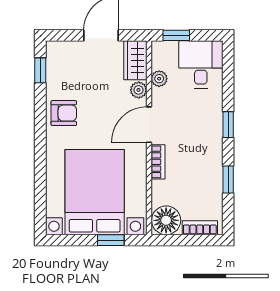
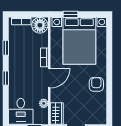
window: (40, 70) -> (109, 108), removed
plant: (139, 90) -> (55, 97), removed
armchair: (64, 113) -> (96, 84), turned 90

